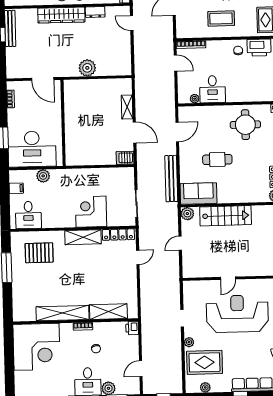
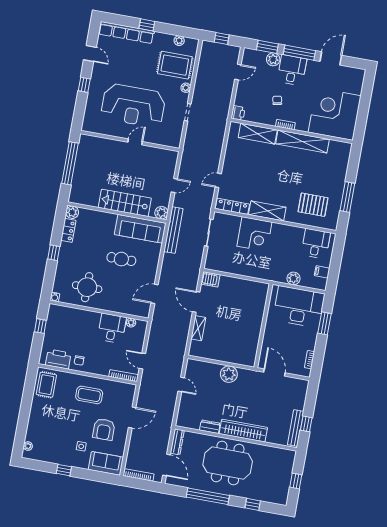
door: (132, 23) -> (181, 384), moved
bench: (171, 179) -> (173, 230), moved
sofa: (198, 193) -> (140, 229), width x1.36

